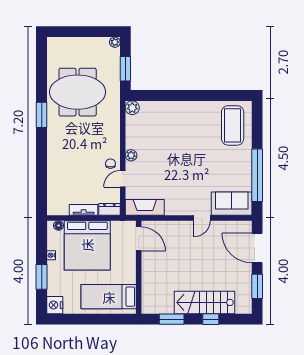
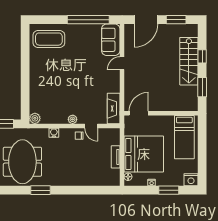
water cooler: (114, 132) -> (54, 133), added
dresser: (109, 209) -> (115, 136), removed
door: (202, 218) -> (122, 63), swing flipped

